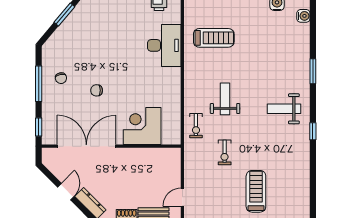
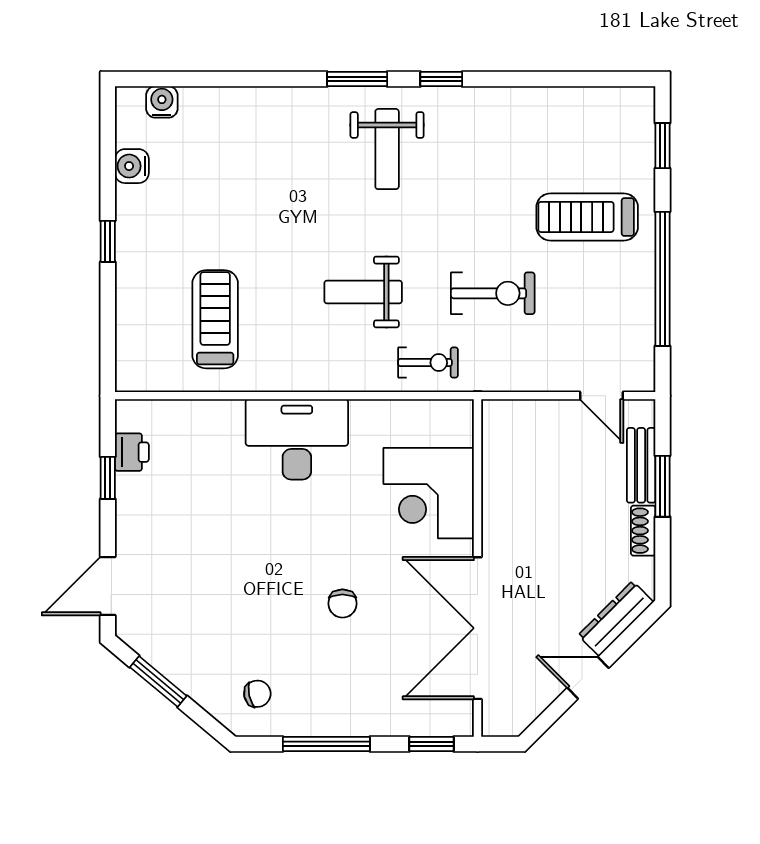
desk: (164, 45) -> (297, 439), moved
window: (313, 71) -> (357, 79), moved
chair: (61, 78) -> (257, 694), moved
exercise bike: (225, 152) -> (493, 293), width x1.38, depth x1.39

